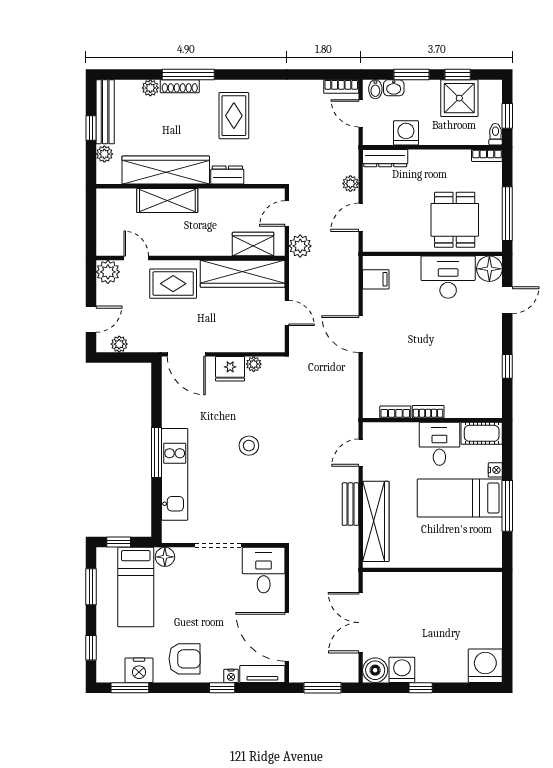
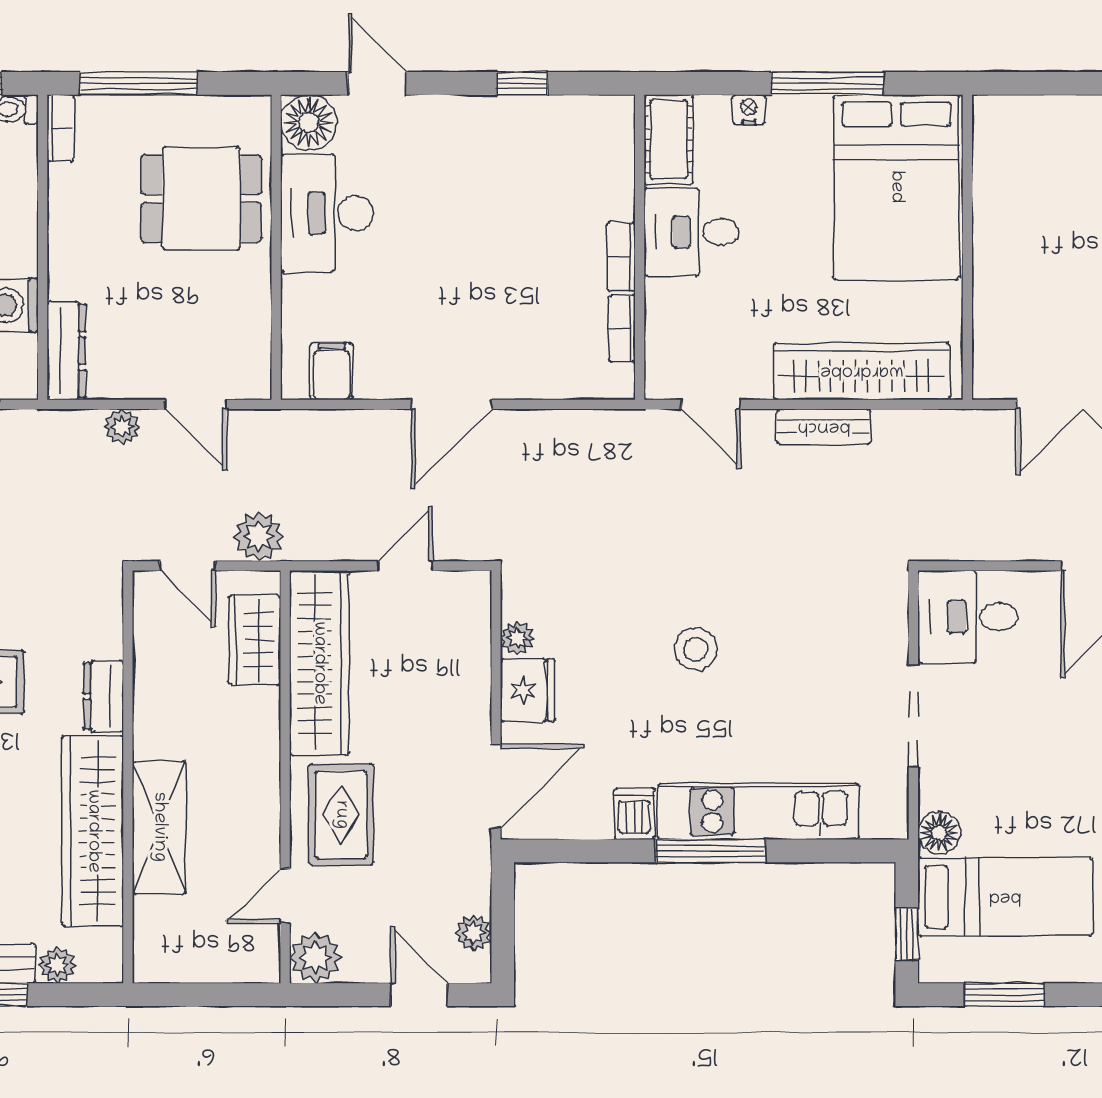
window: (507, 214) -> (139, 83), moved
dishwasher: (174, 418) -> (634, 814), added
bed: (460, 498) -> (896, 187), moved, width x1.50

